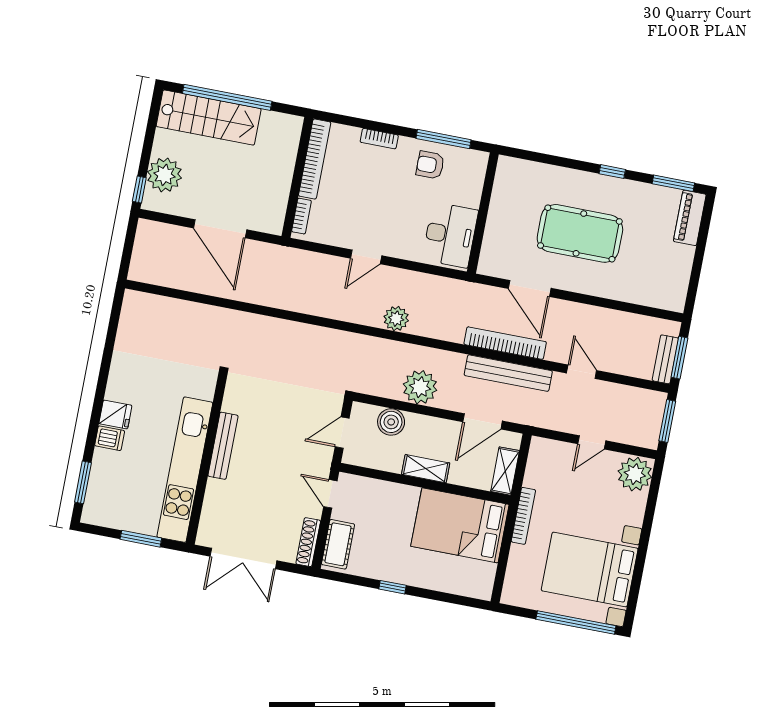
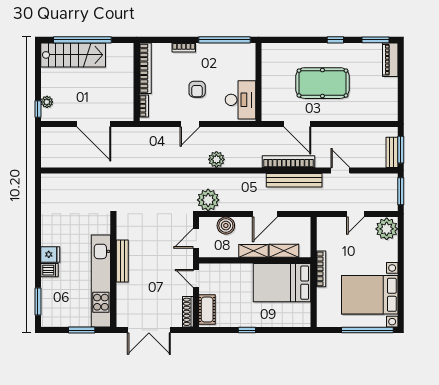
window: (443, 139) -> (225, 40), width x1.46
armchair: (430, 165) -> (197, 89), moved, turned -90
plant: (164, 175) -> (47, 102), width x0.53, depth x0.53
plant: (420, 387) -> (208, 200), moved
door: (483, 421) -> (265, 214), moved
shelving: (505, 471) -> (284, 251), moved, turned 90

